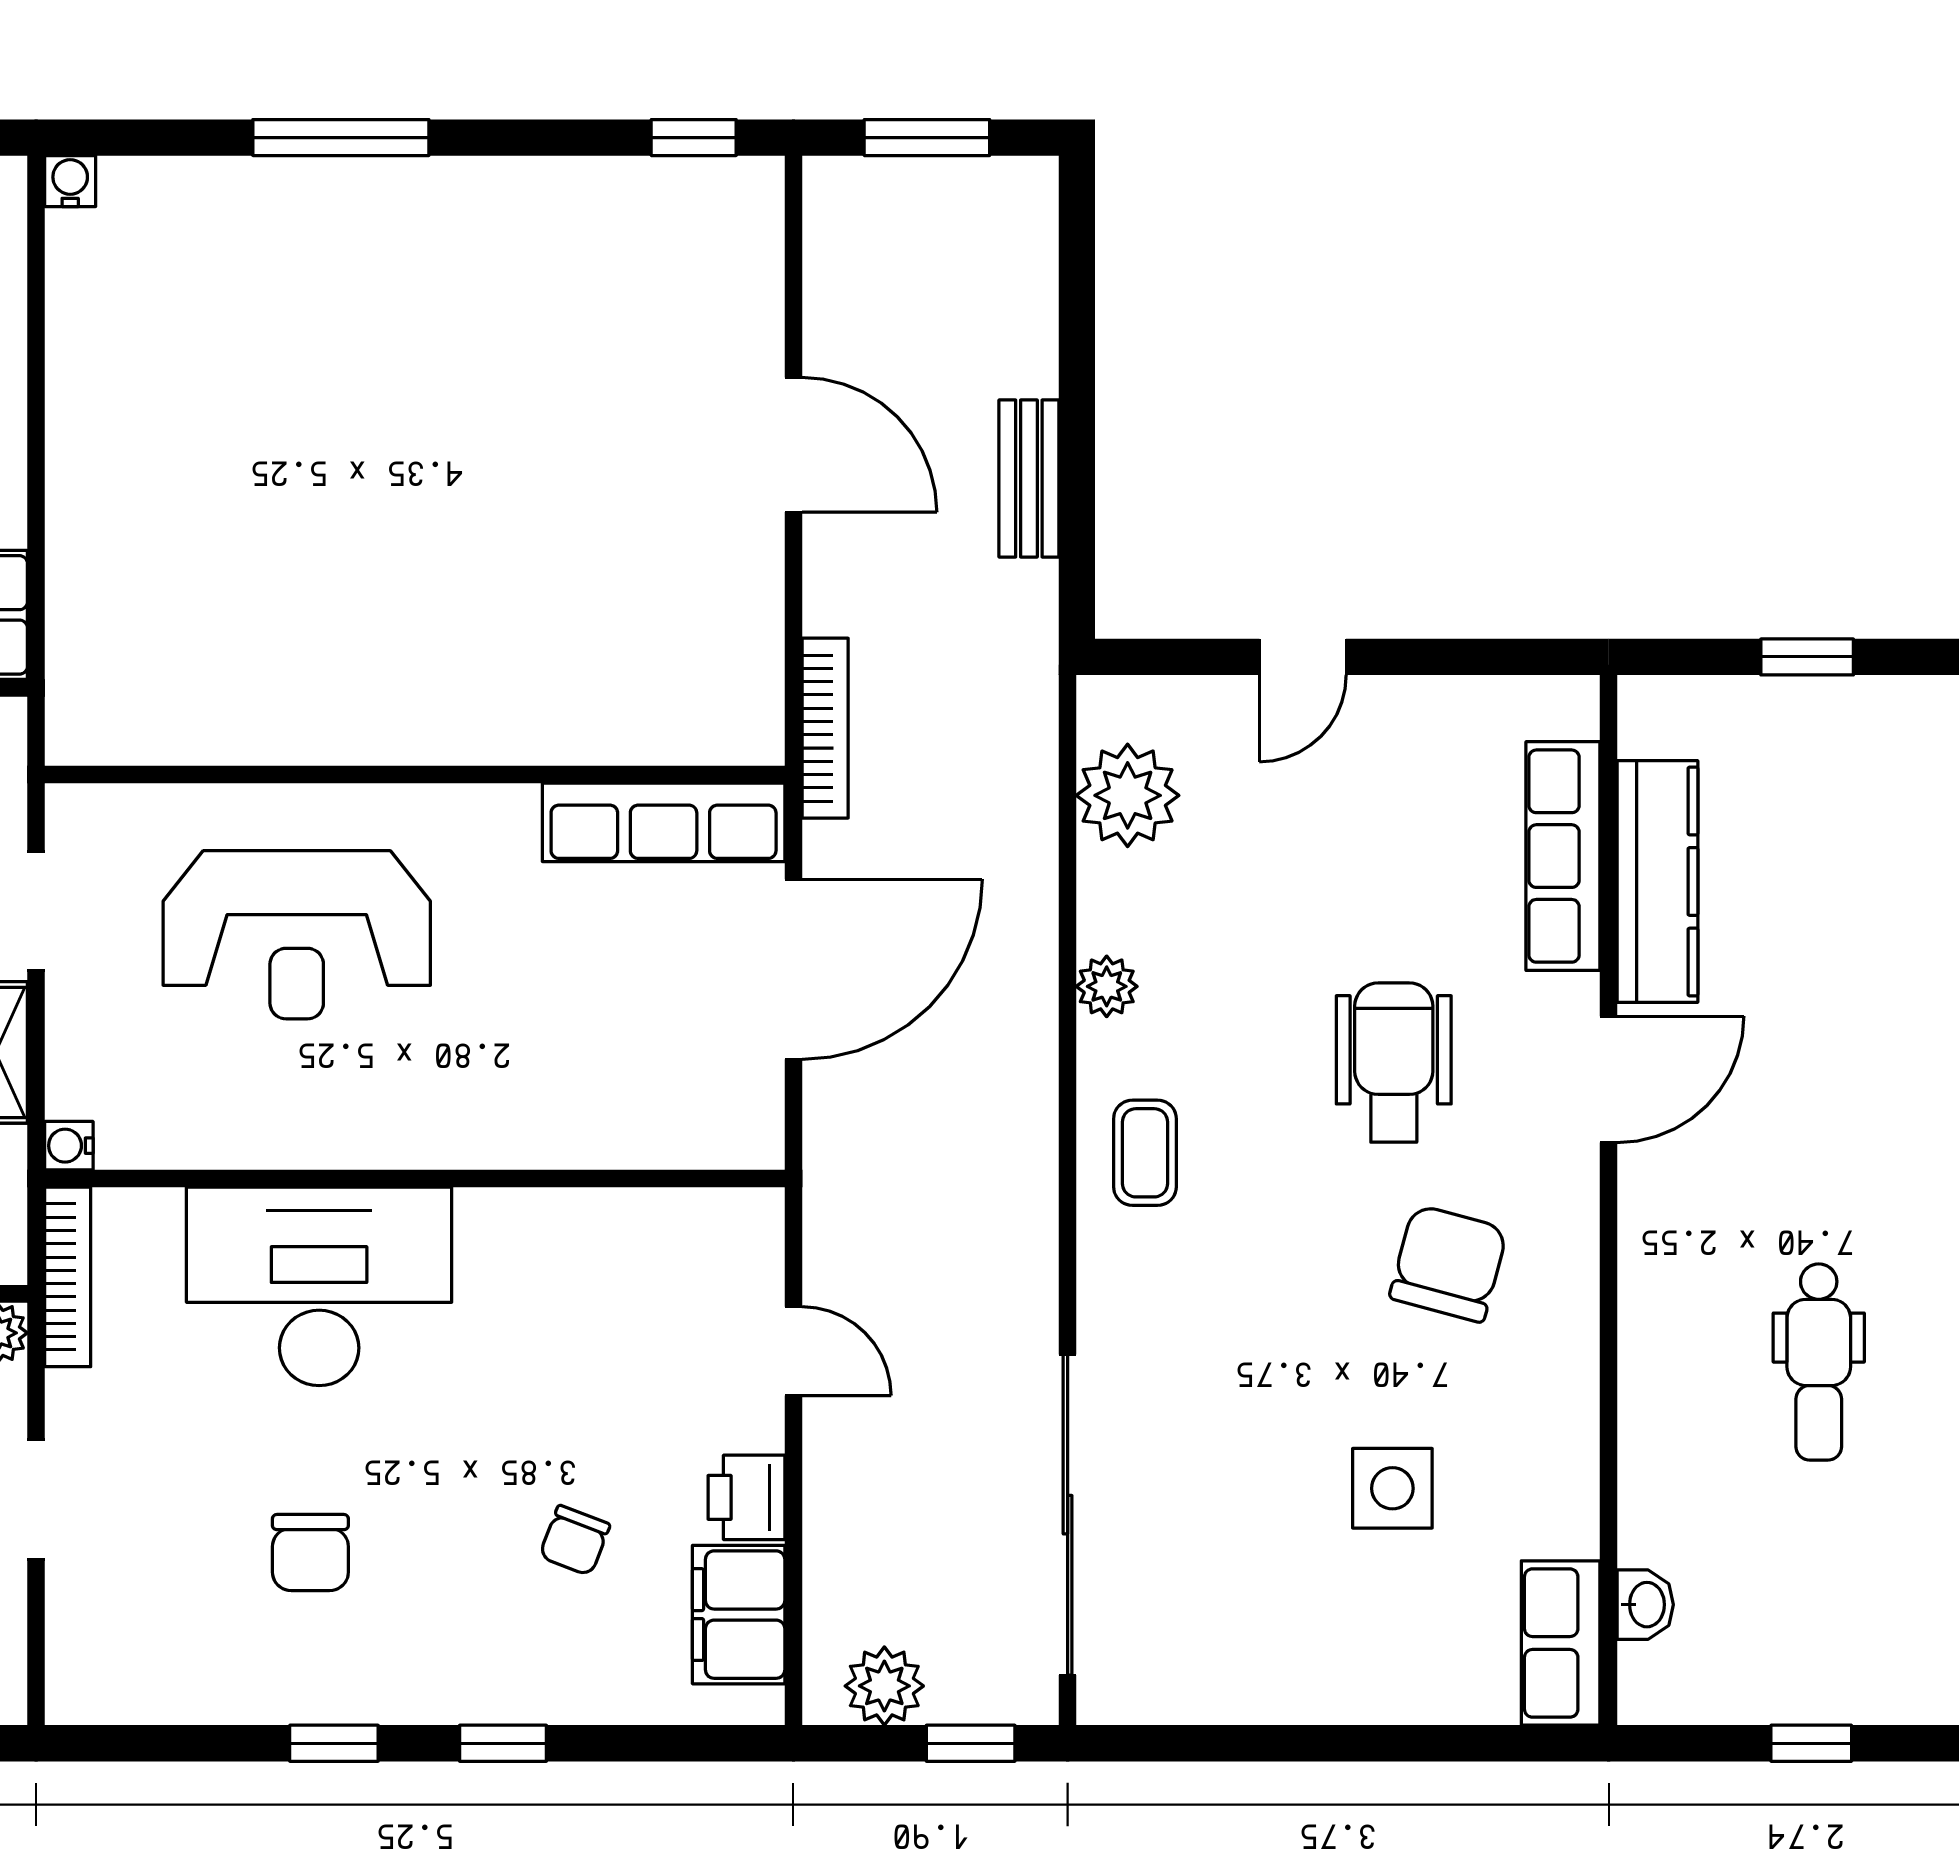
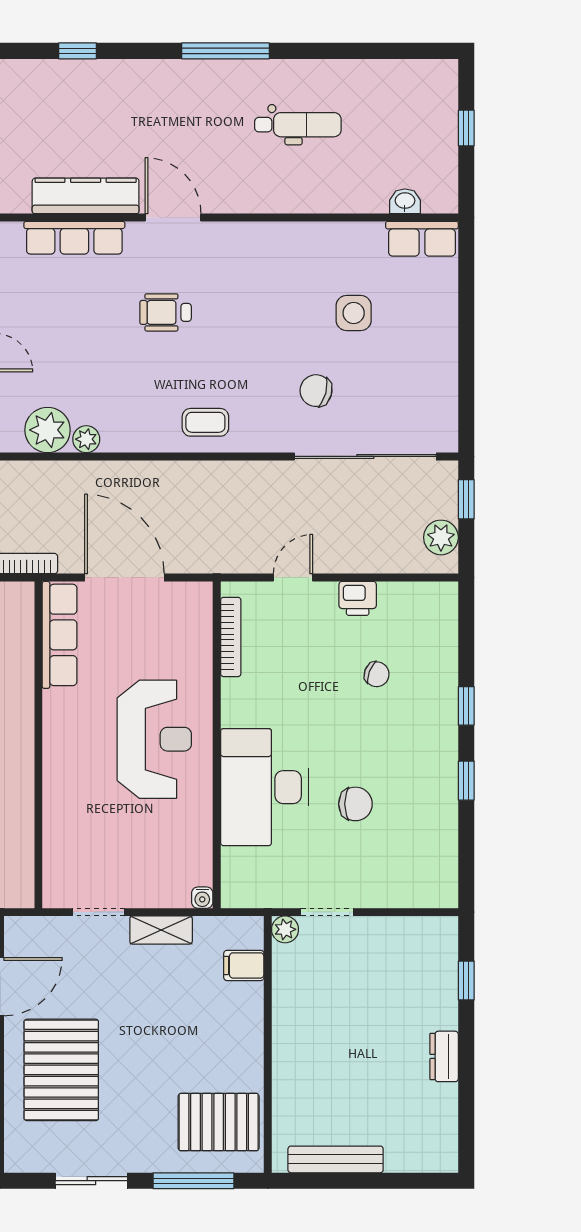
reception desk: (297, 935) -> (154, 739), moved
plant: (1107, 986) -> (86, 439), moved
wheelchair: (1394, 1063) -> (166, 312), width x0.73, depth x0.73
chair: (1449, 1263) -> (316, 391), moved, width x0.73, depth x0.73
bookcase: (68, 1277) -> (231, 637), moved, turned 90
doorway: (36, 1500) -> (327, 912), moved
chair: (310, 1553) -> (355, 804), moved
filing cabinet: (739, 1615) -> (409, 602), removed

